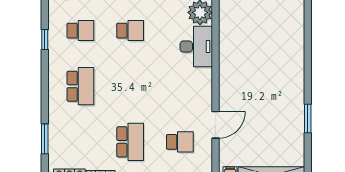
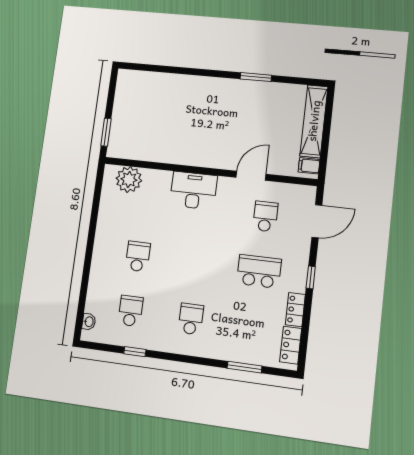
desk: (196, 47) -> (193, 190), moved
school desk: (80, 86) -> (191, 319), width x0.54
door: (215, 125) -> (251, 176), hinge flipped

